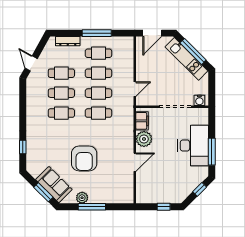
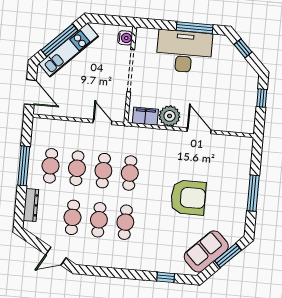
sofa: (54, 185) -> (206, 251), moved
plant: (82, 198) -> (240, 205), removed

